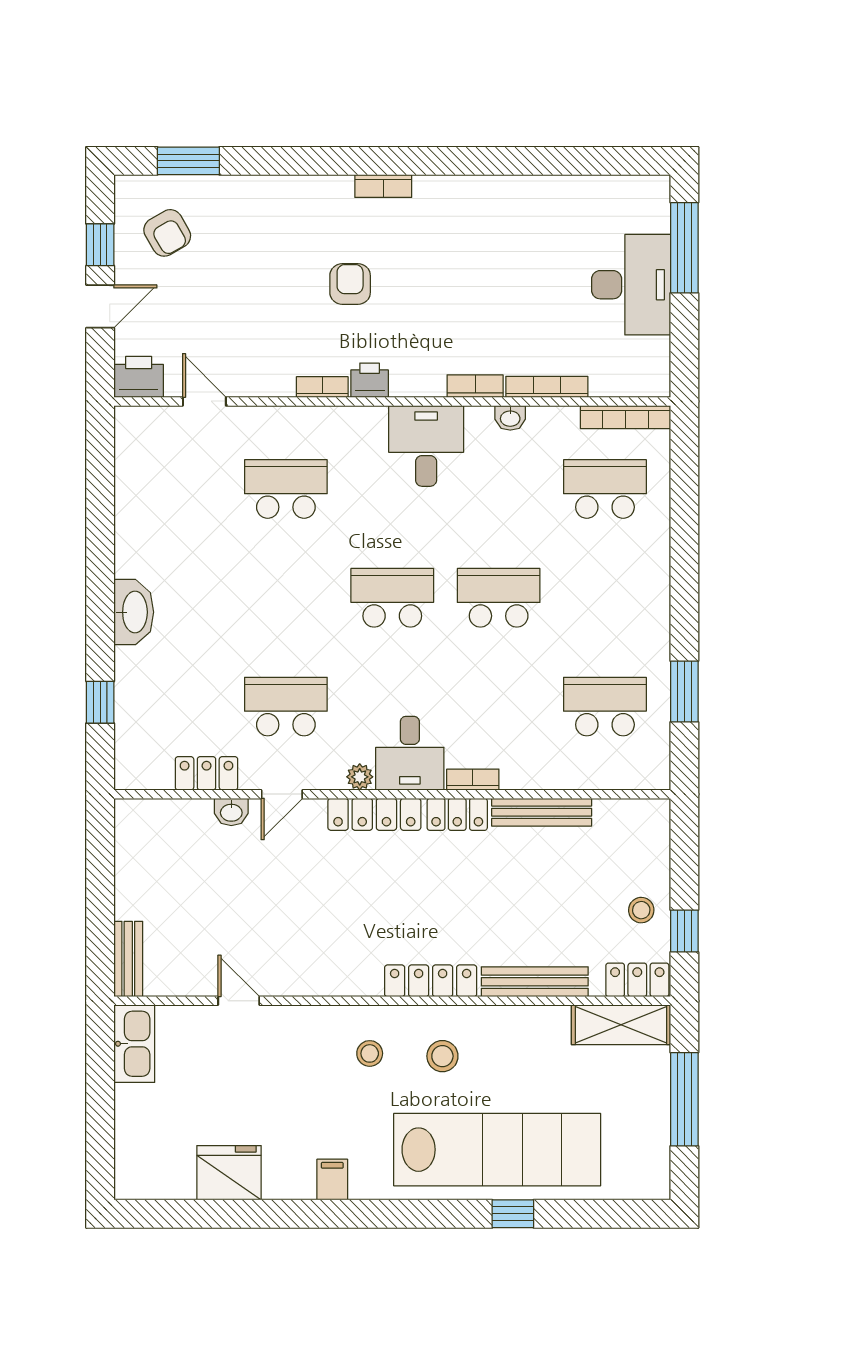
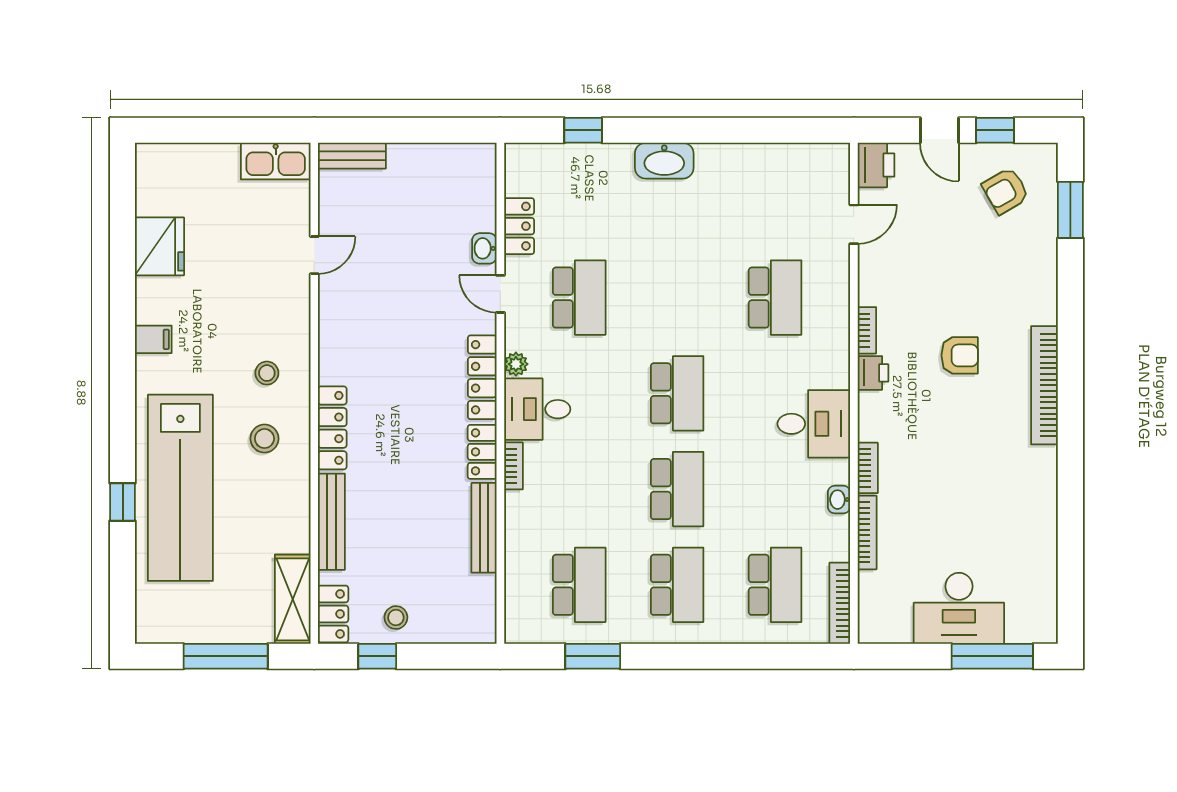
bookcase: (383, 186) -> (1045, 385), width x2.31, depth x1.31
school desk: (605, 598) -> (677, 585), added

